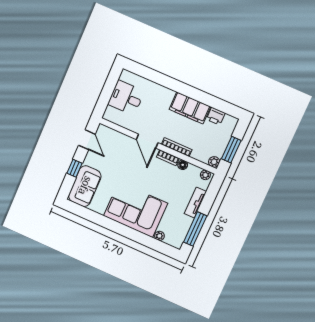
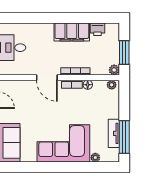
tv unit: (195, 203) -> (114, 133), moved

